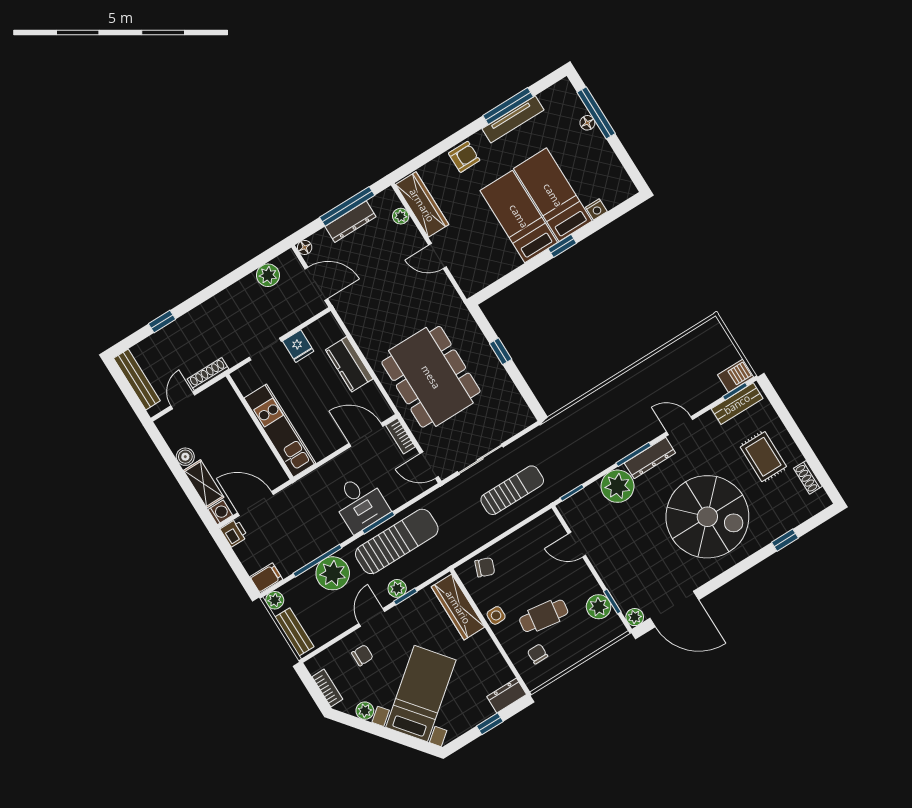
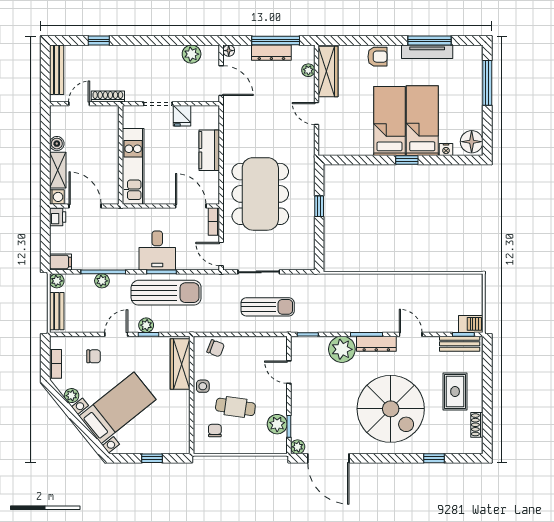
floor lamp: (587, 123) -> (472, 142), moved, width x1.89, depth x1.89
plant: (333, 573) -> (102, 281), width x0.53, depth x0.53
dresser: (507, 695) -> (176, 446), removed

